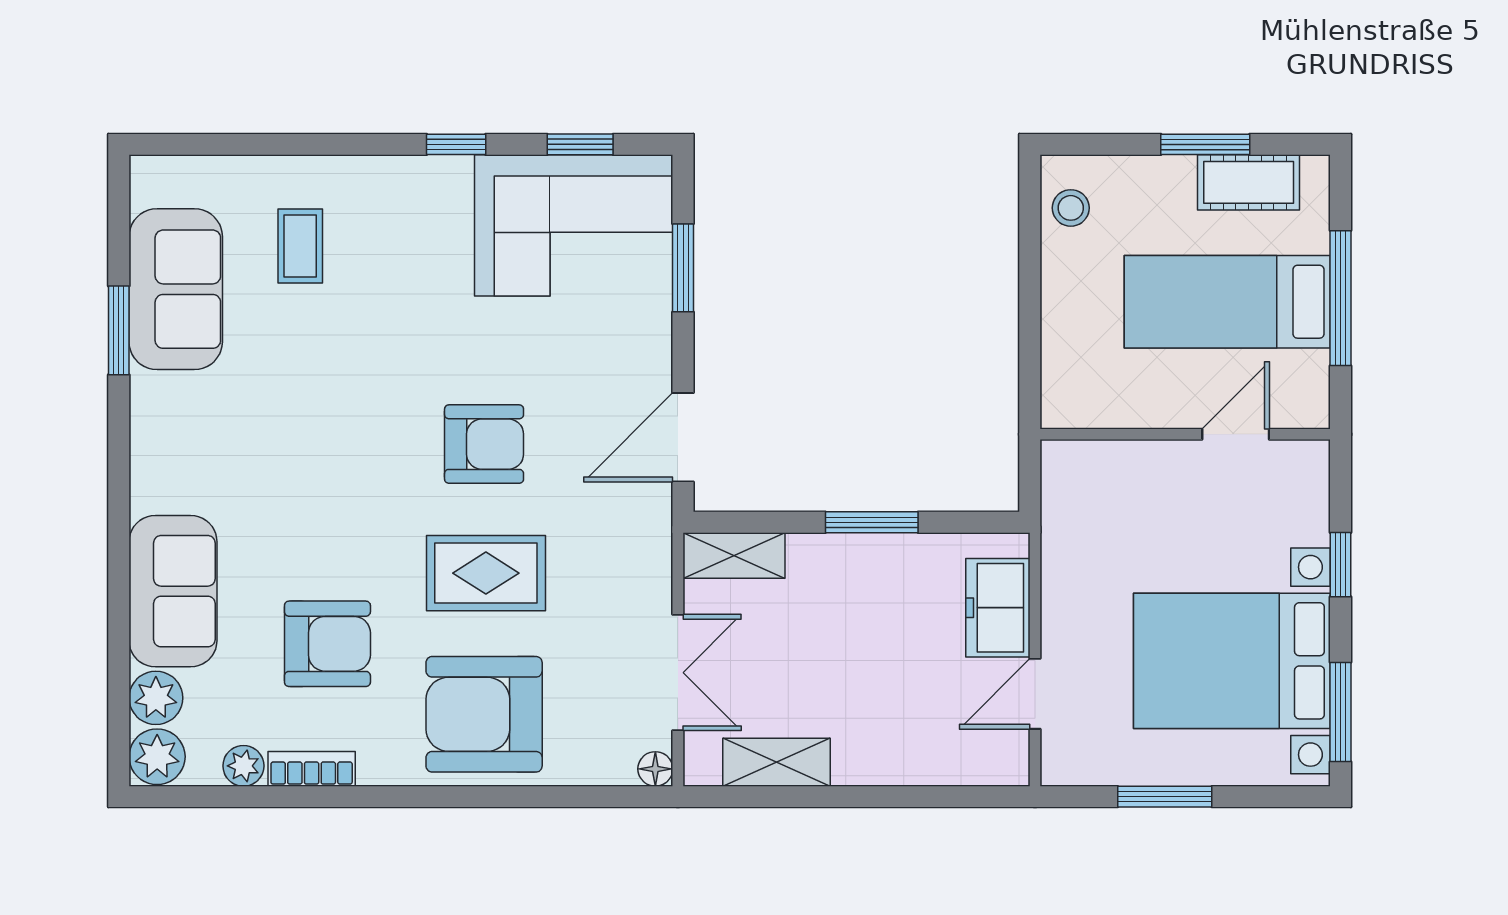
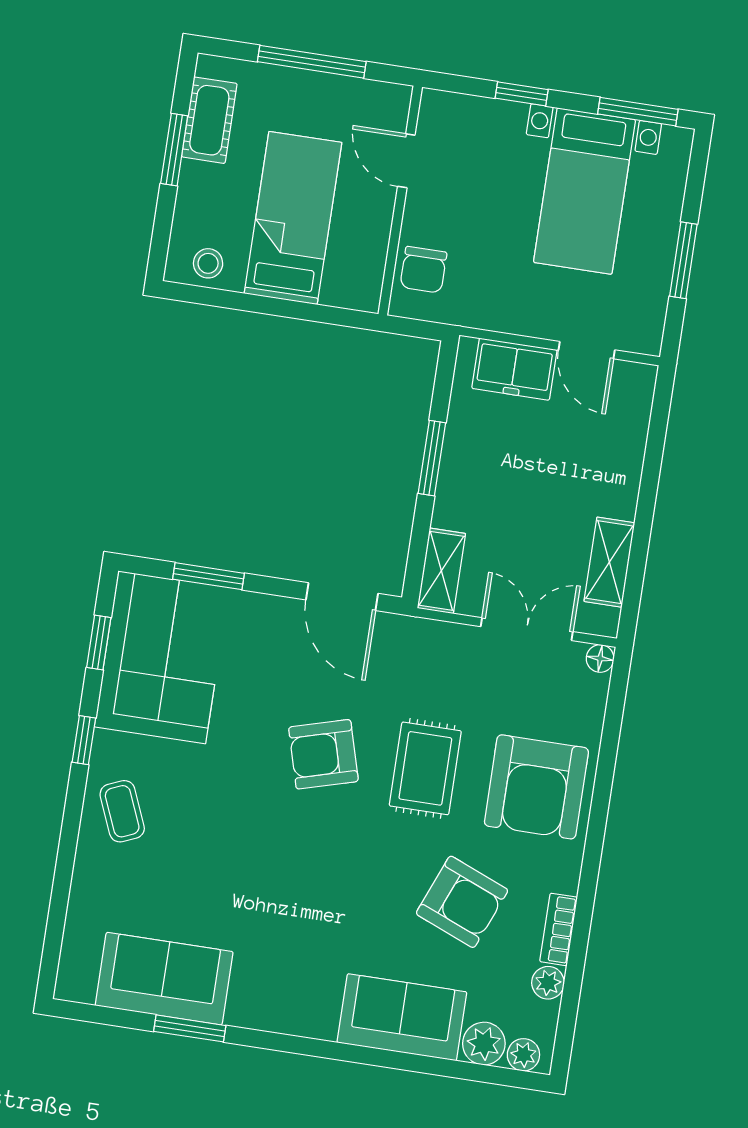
coffee table: (300, 246) -> (122, 811), moved, turned 67
bed: (1227, 302) -> (293, 218), moved, turned 180
armchair: (484, 444) -> (323, 754), turned -106
chair: (1104, 476) -> (423, 270), added
armchair: (327, 644) -> (462, 902), turned 112
bed with nightstands: (1232, 661) -> (584, 191), width x0.73
plant: (157, 757) -> (523, 1055), width x0.73, depth x0.73

